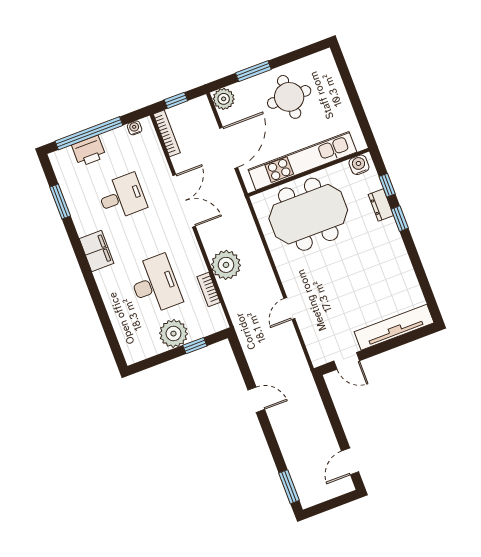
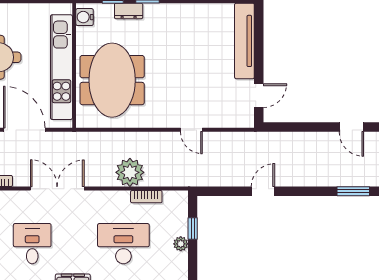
plant: (173, 334) -> (181, 244), width x0.53, depth x0.53

